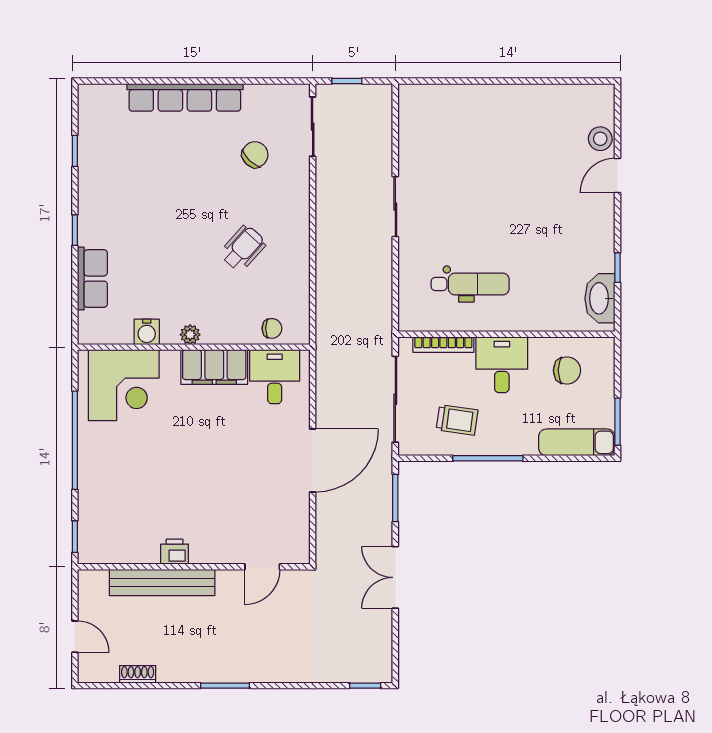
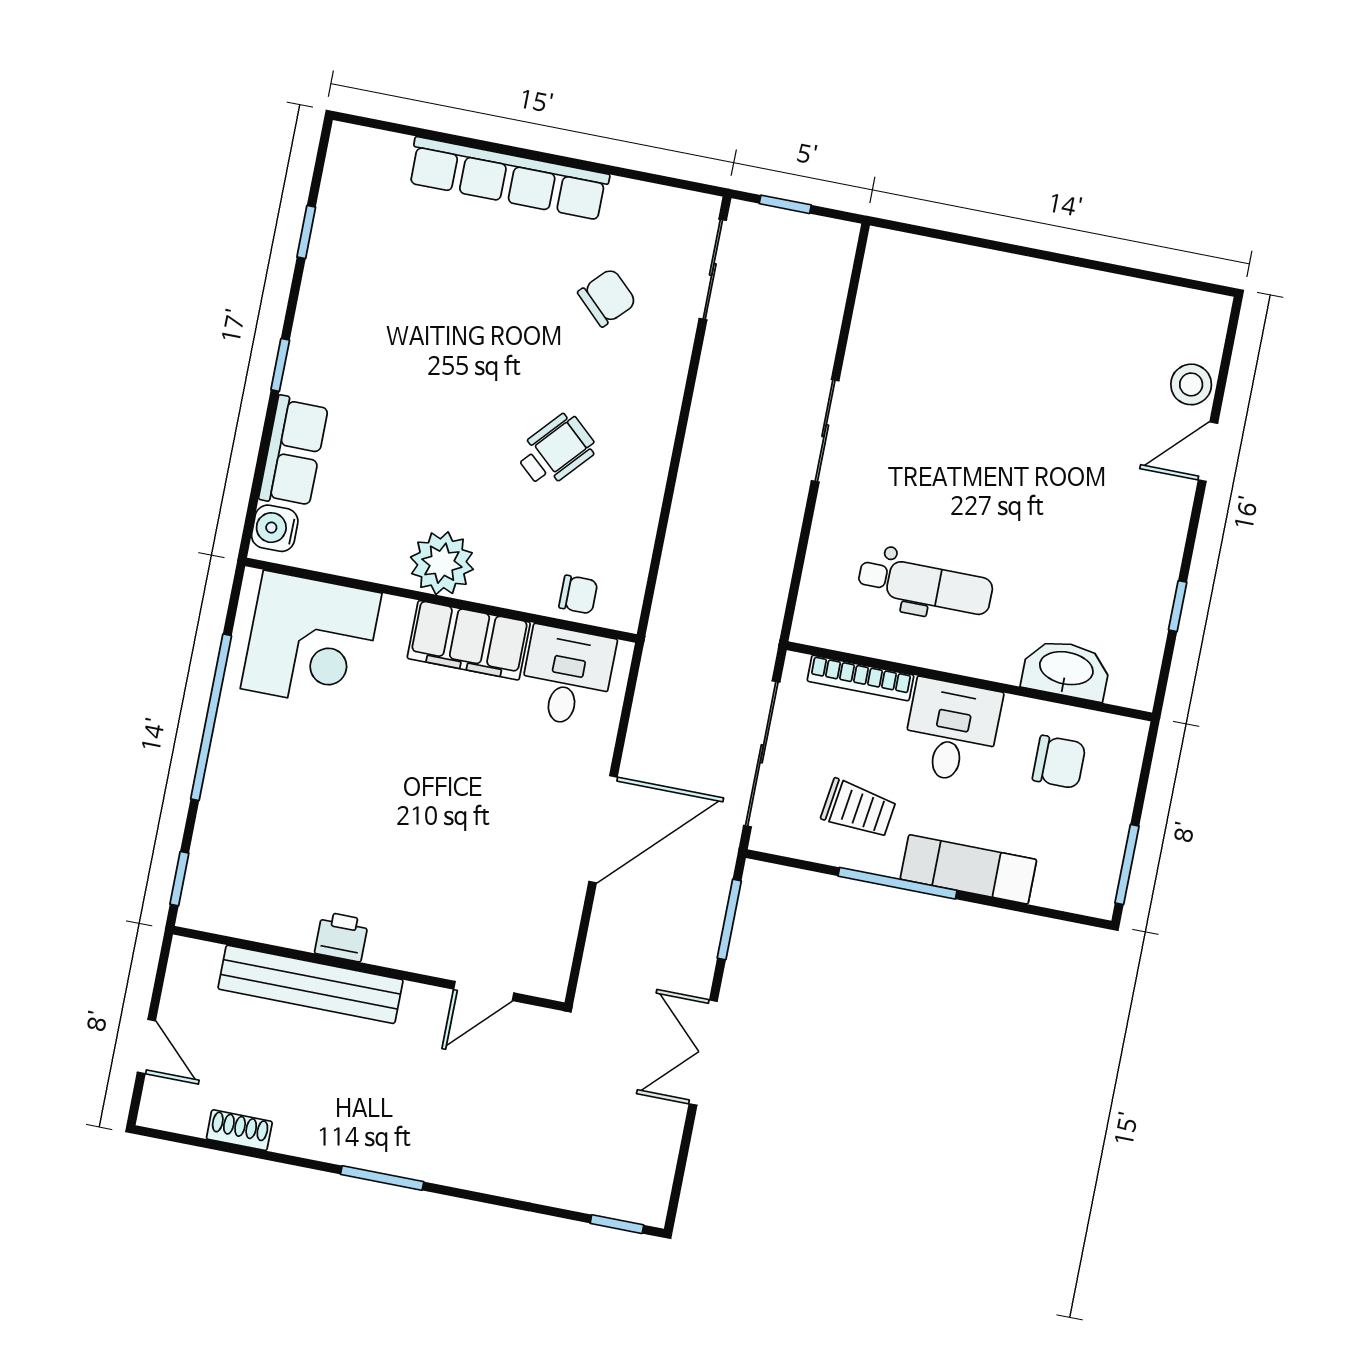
washbasin: (600, 298) -> (1066, 670), moved, turned 90
water cooler: (147, 332) -> (275, 528), moved, turned 90
plant: (190, 335) -> (442, 563), width x1.88, depth x1.88
exam couch: (577, 442) -> (968, 869), moved

